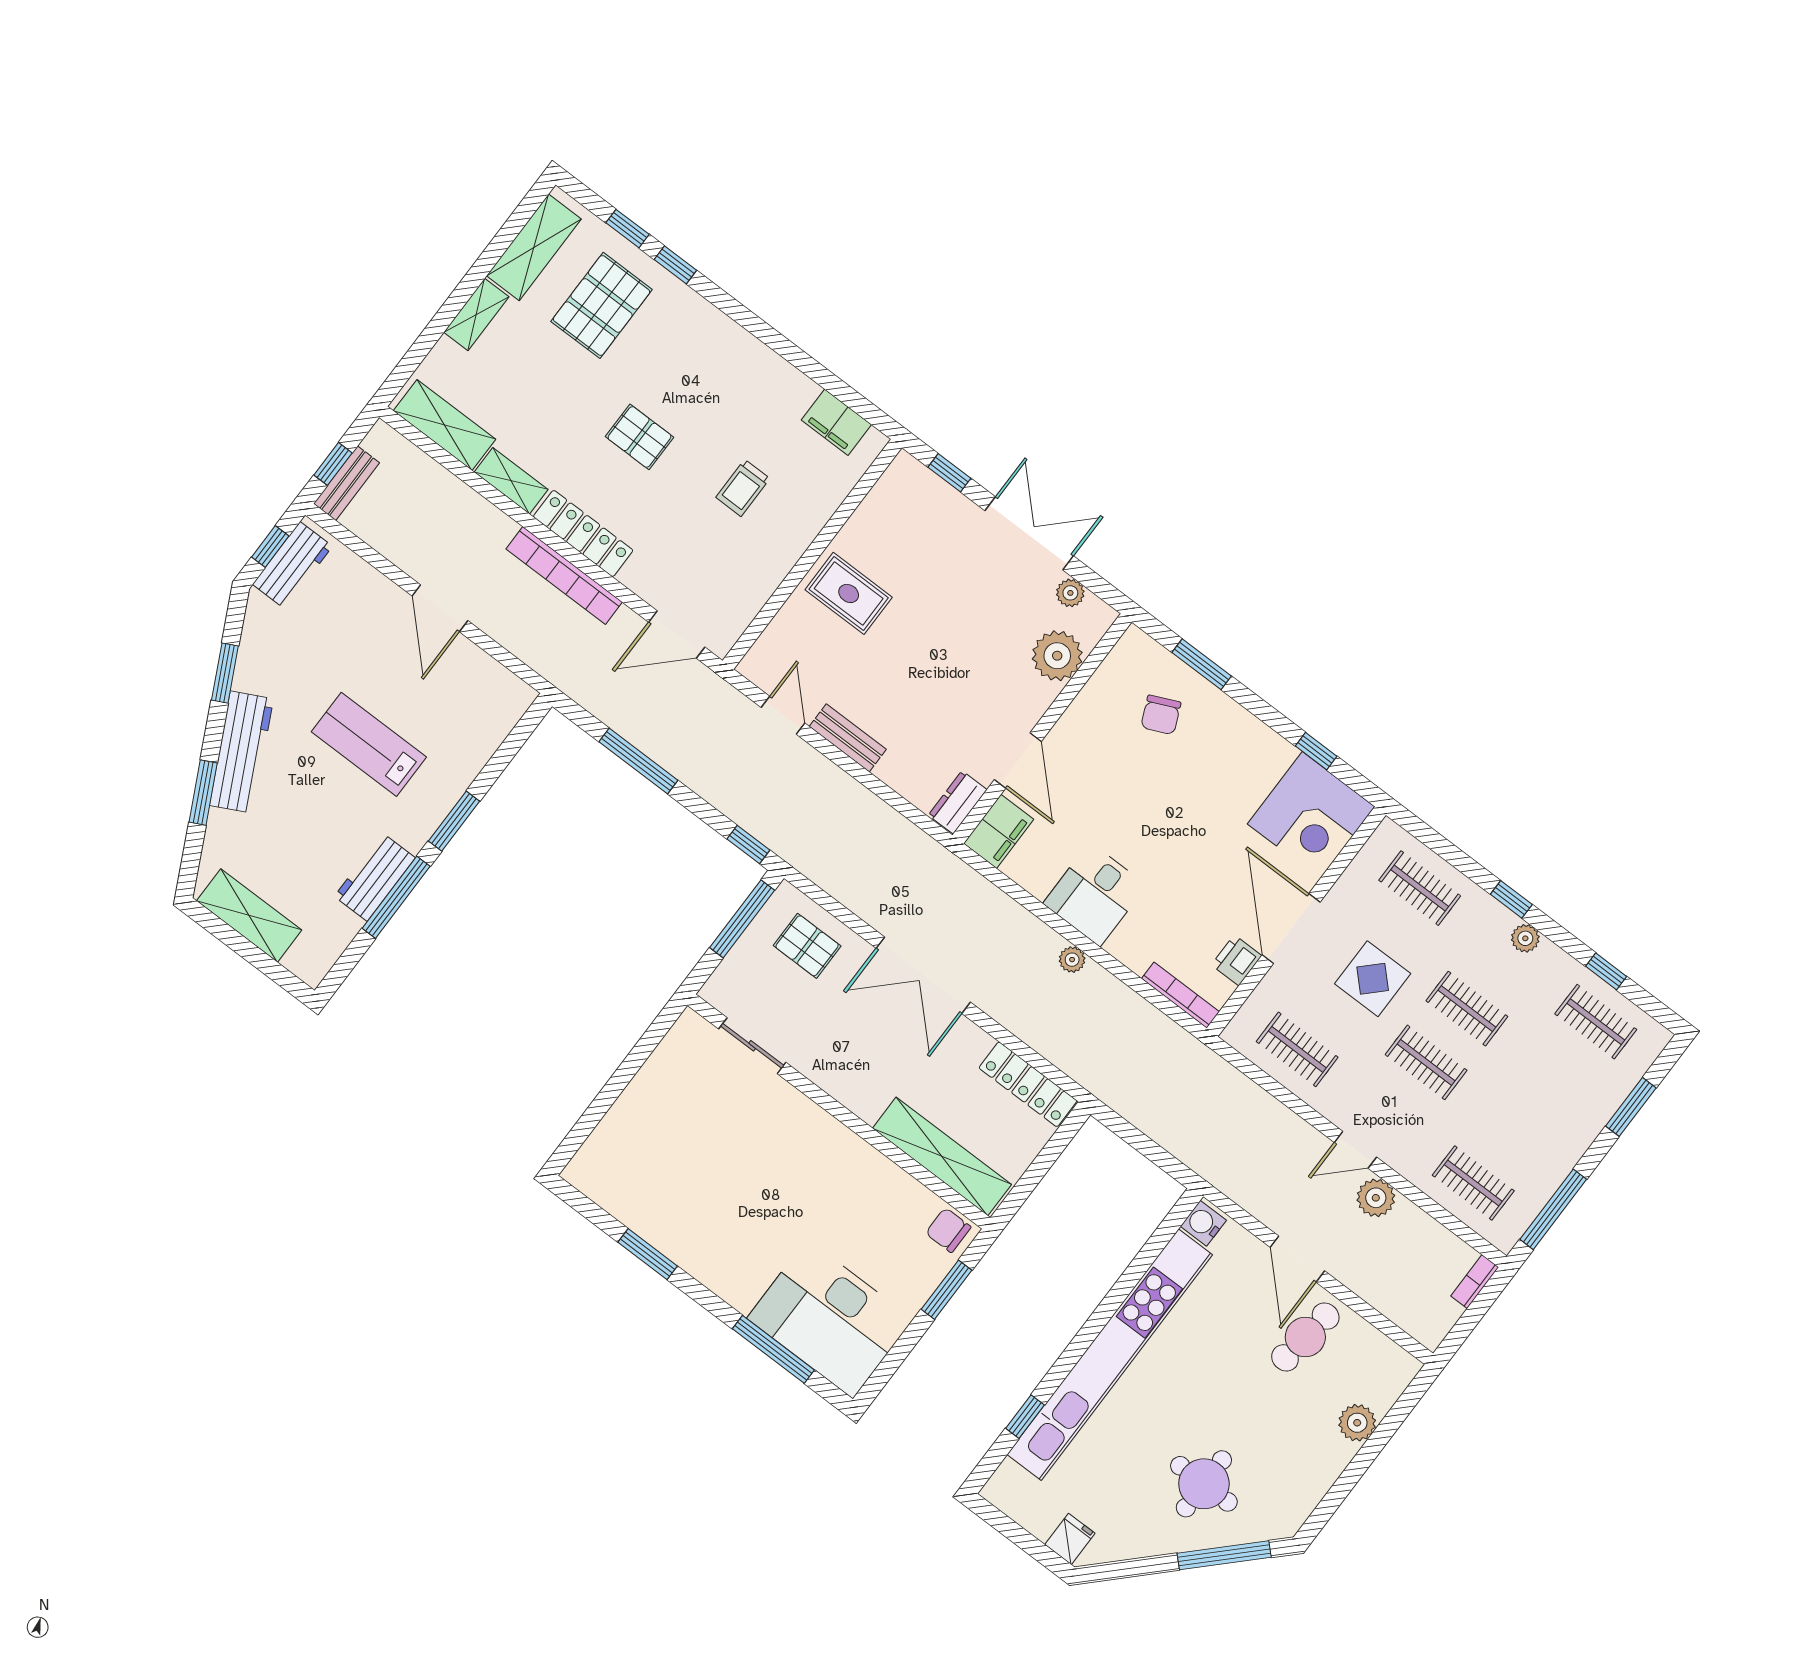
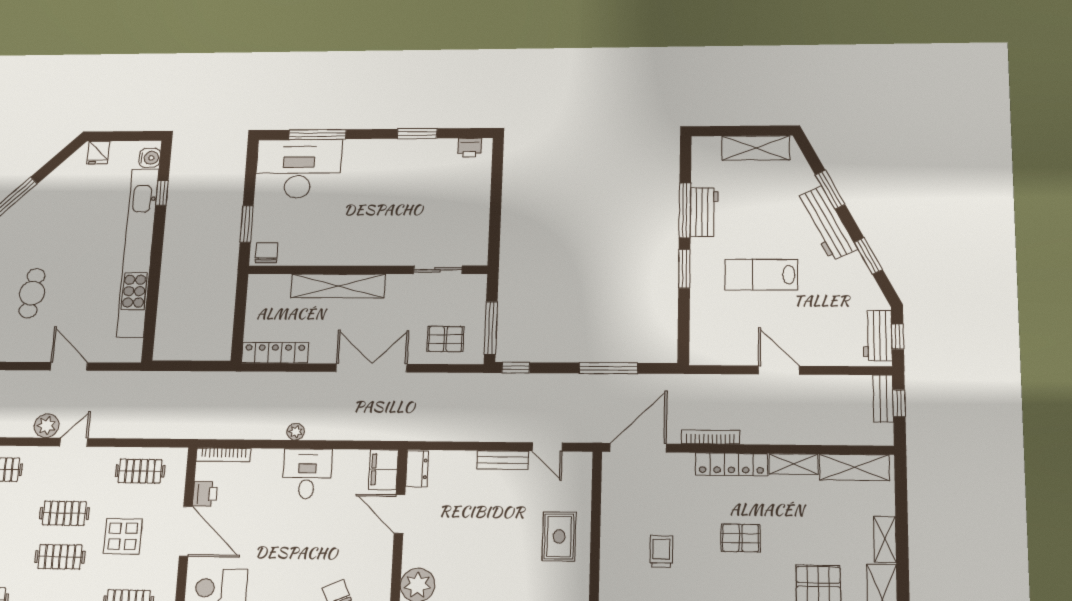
bookcase: (564, 575) -> (710, 437), width x0.68, depth x0.76
rug: (849, 593) -> (559, 536), turned 90
door: (677, 635) -> (638, 448), width x1.36
lab bench: (369, 744) -> (761, 275), turned 180
shelving: (942, 1156) -> (338, 286), moved
printer: (596, 1184) -> (470, 148), added
water cooler: (1203, 1223) -> (150, 158), moved
chair: (948, 1230) -> (267, 253), turned -90
cafe table: (1305, 1337) -> (32, 293), moved
round table: (1204, 1484) -> (45, 225), removed

